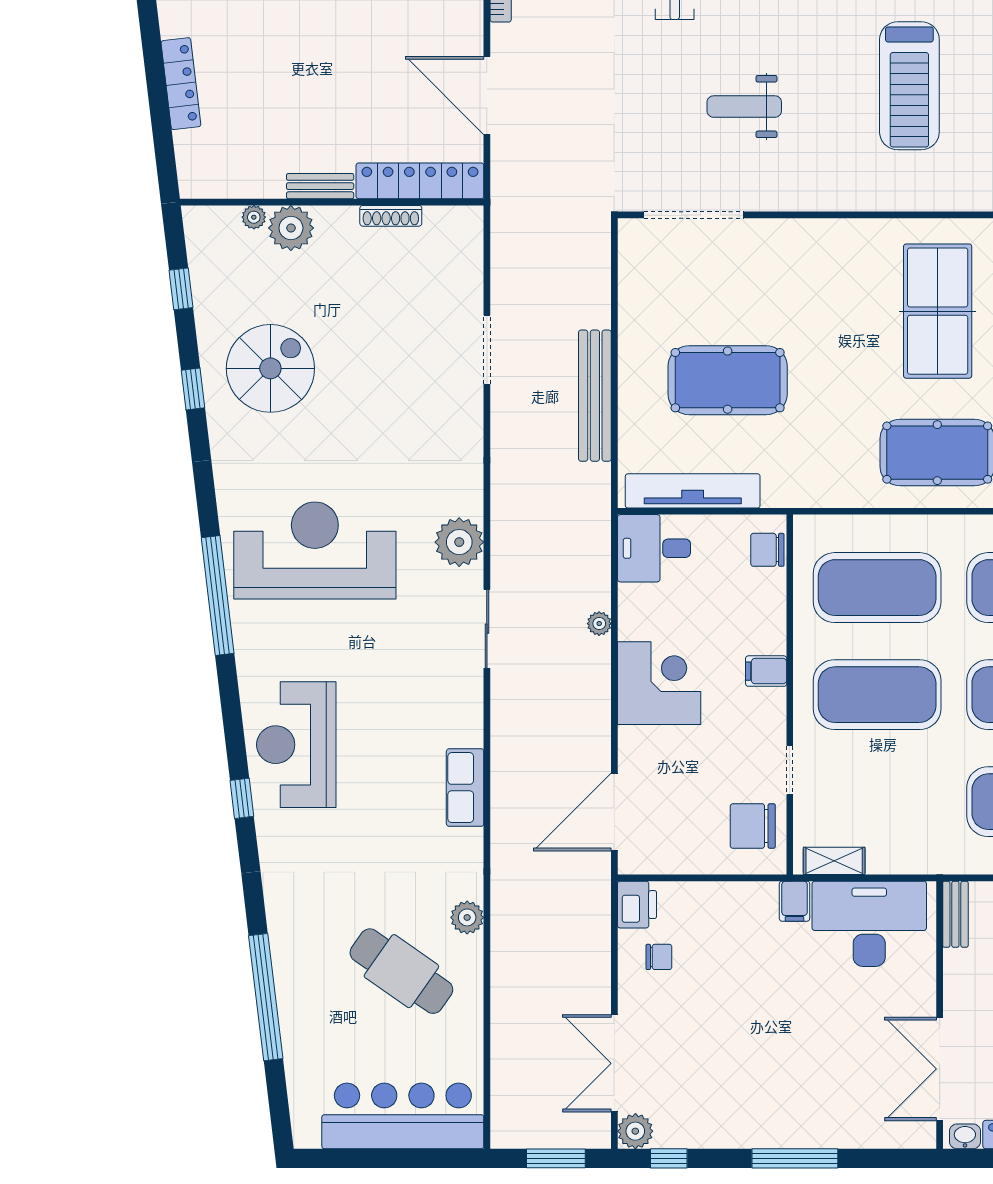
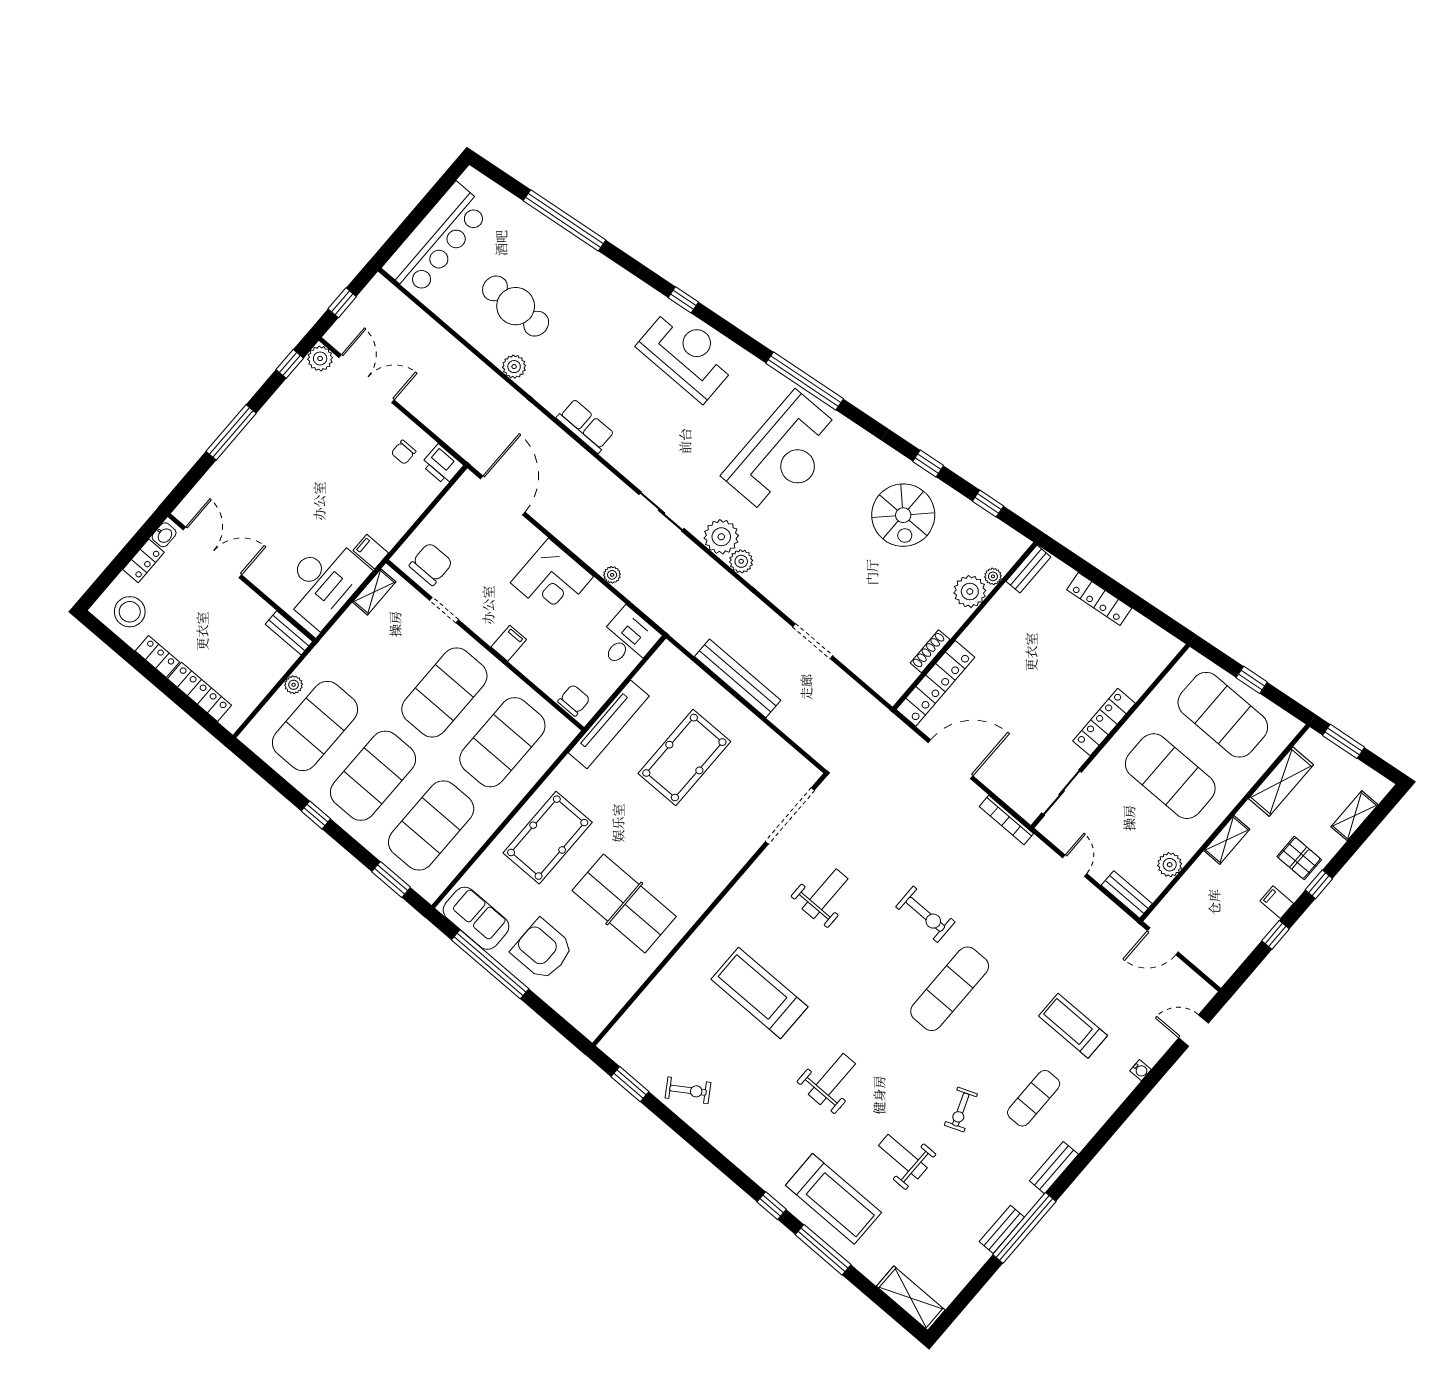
bench: (320, 186) -> (1028, 569), moved
tv unit: (693, 491) -> (609, 724), moved
plant: (467, 499) -> (741, 561), added
cafe table: (401, 971) -> (516, 306), turned 55
window: (556, 1158) -> (342, 303), width x0.67

